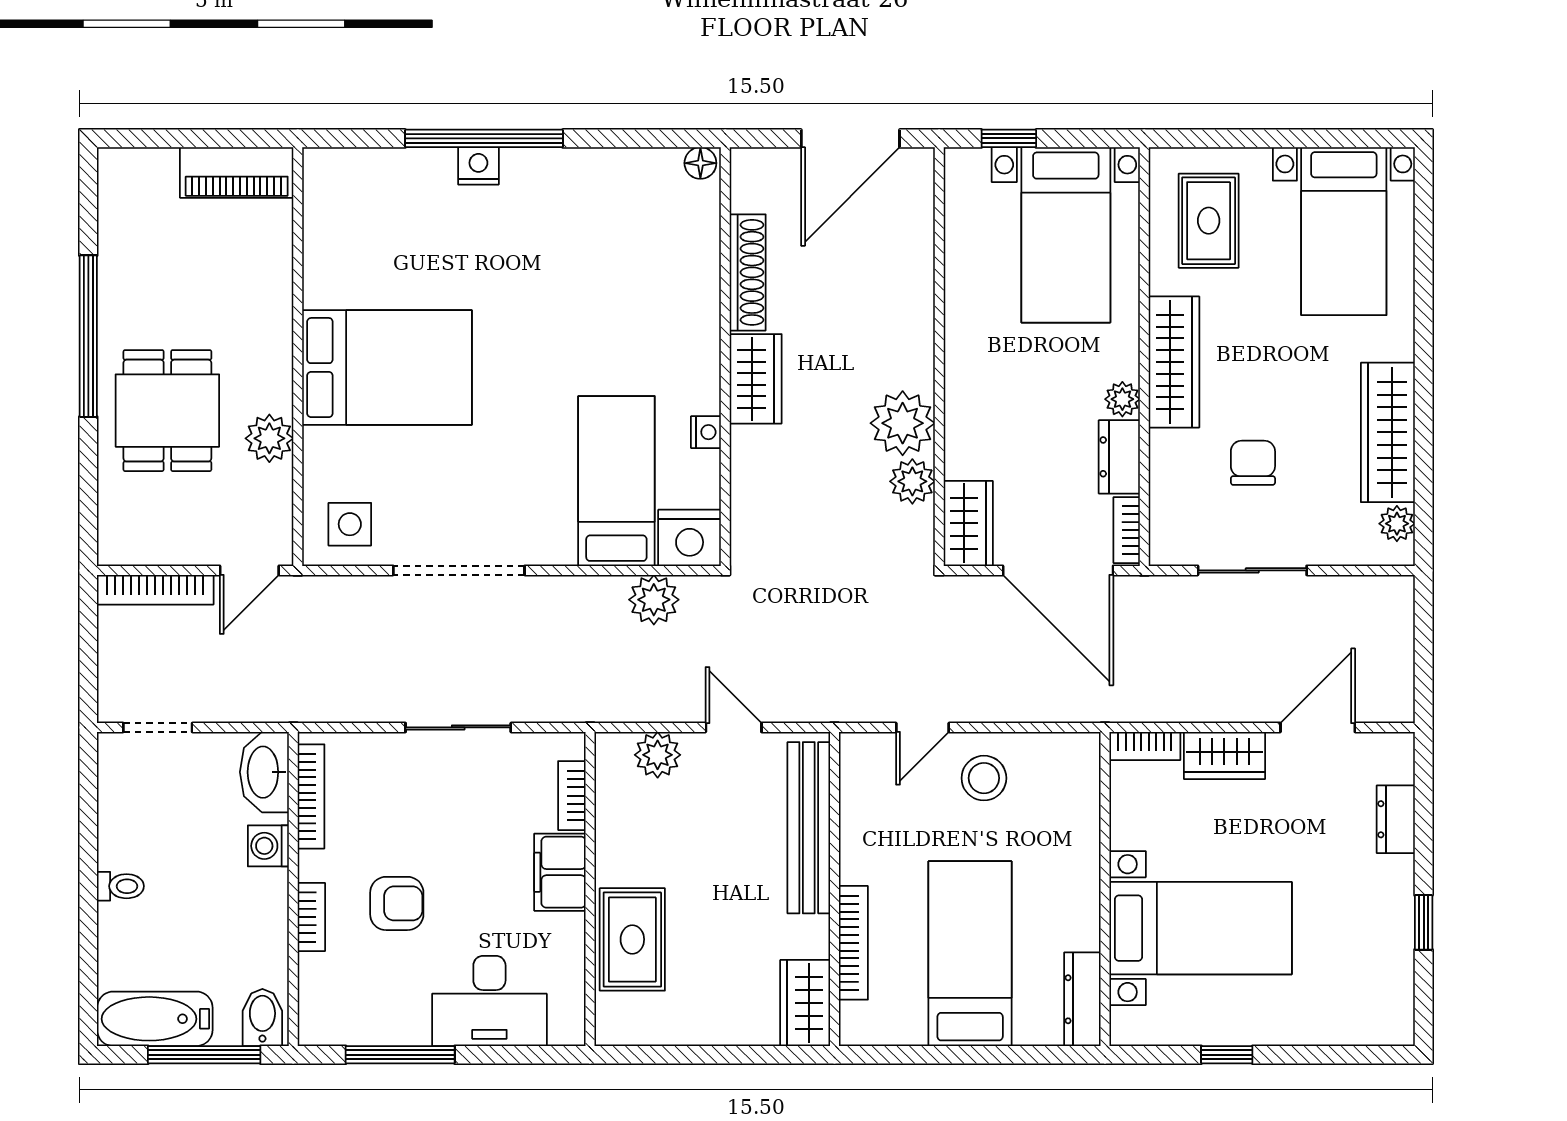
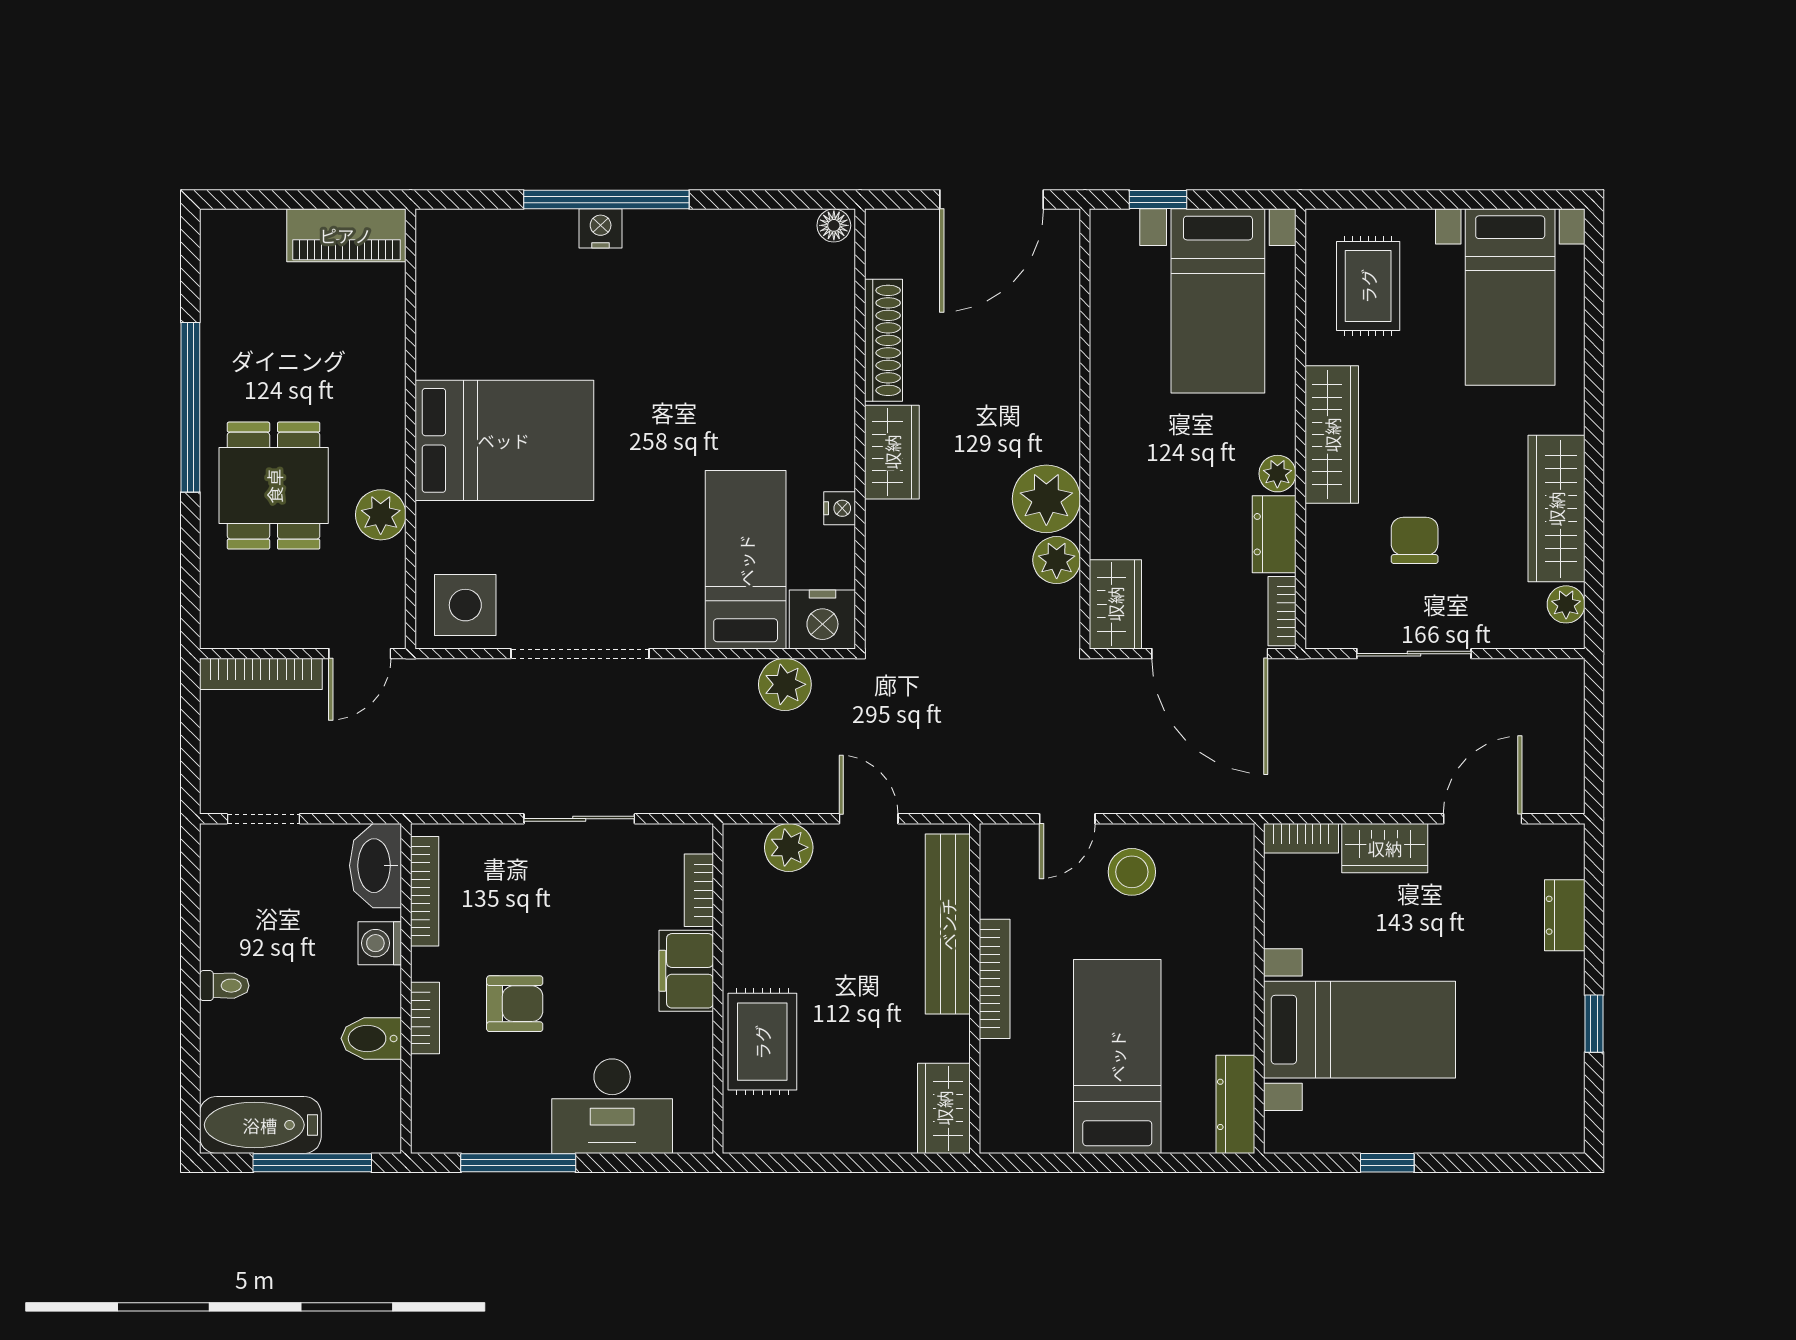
side table: (350, 524) -> (465, 605), width x1.37, depth x1.37
bookcase: (853, 943) -> (995, 979), moved
bidet: (262, 1017) -> (371, 1038), moved, turned -90

